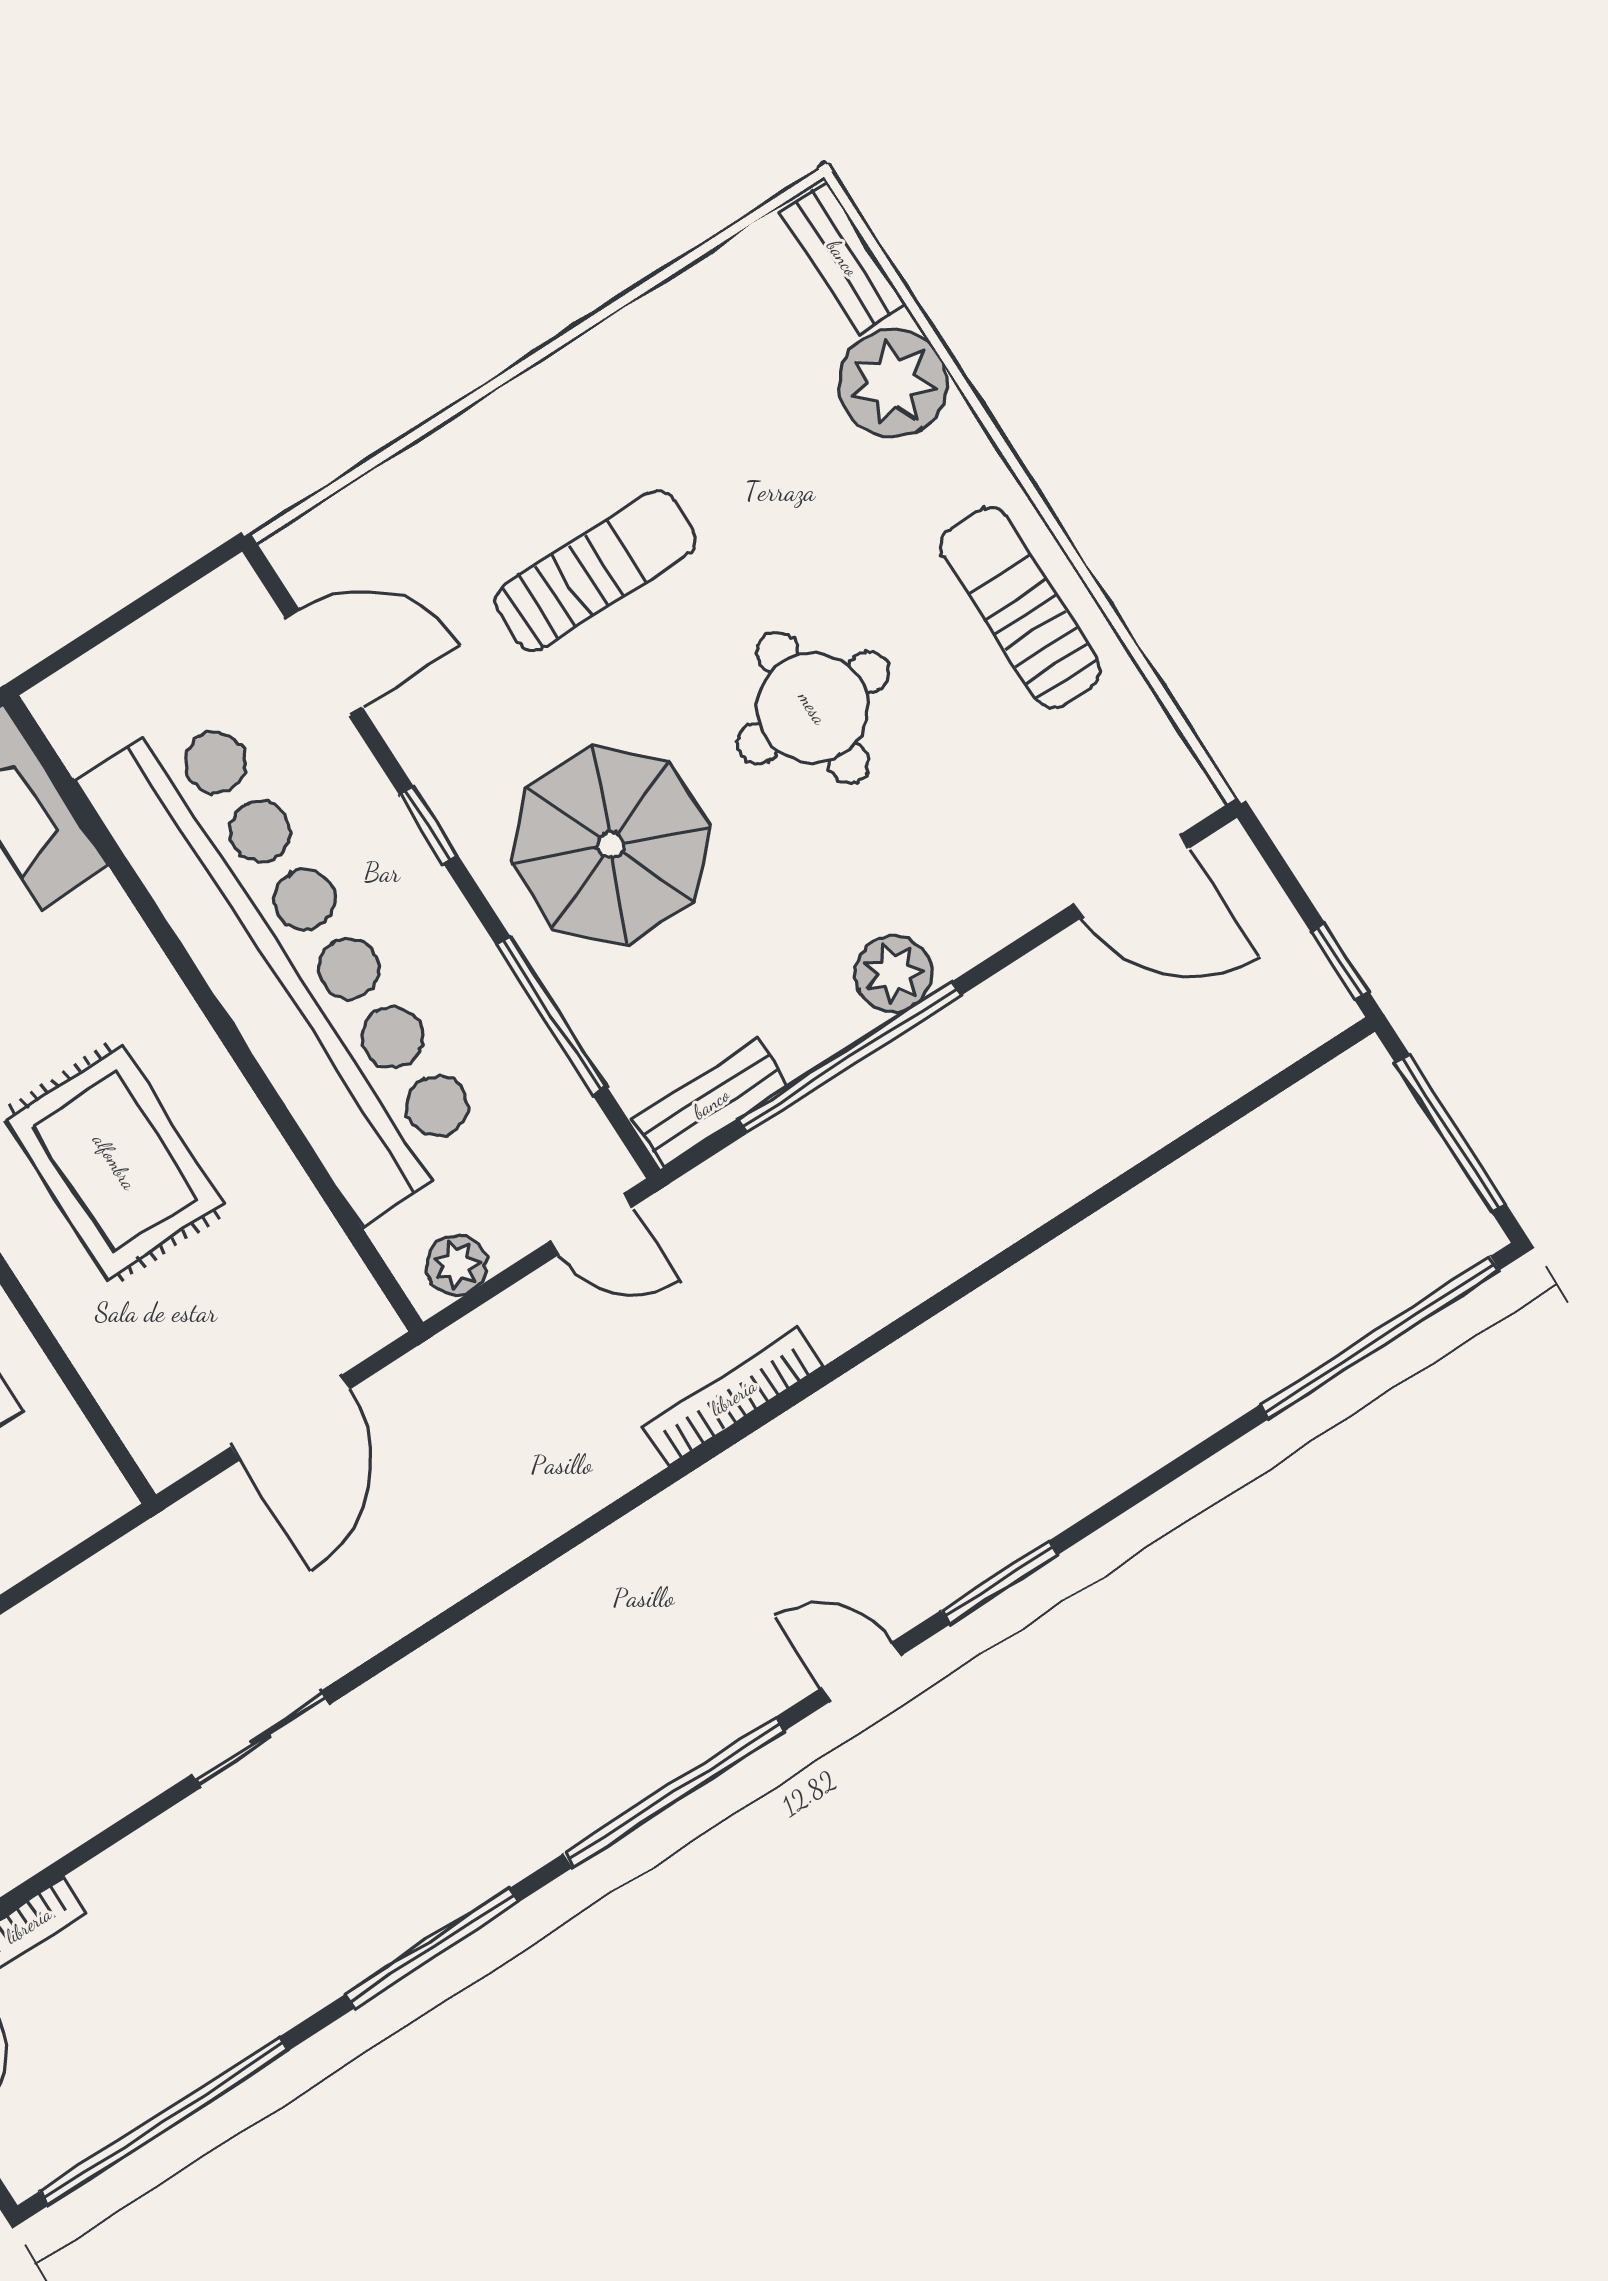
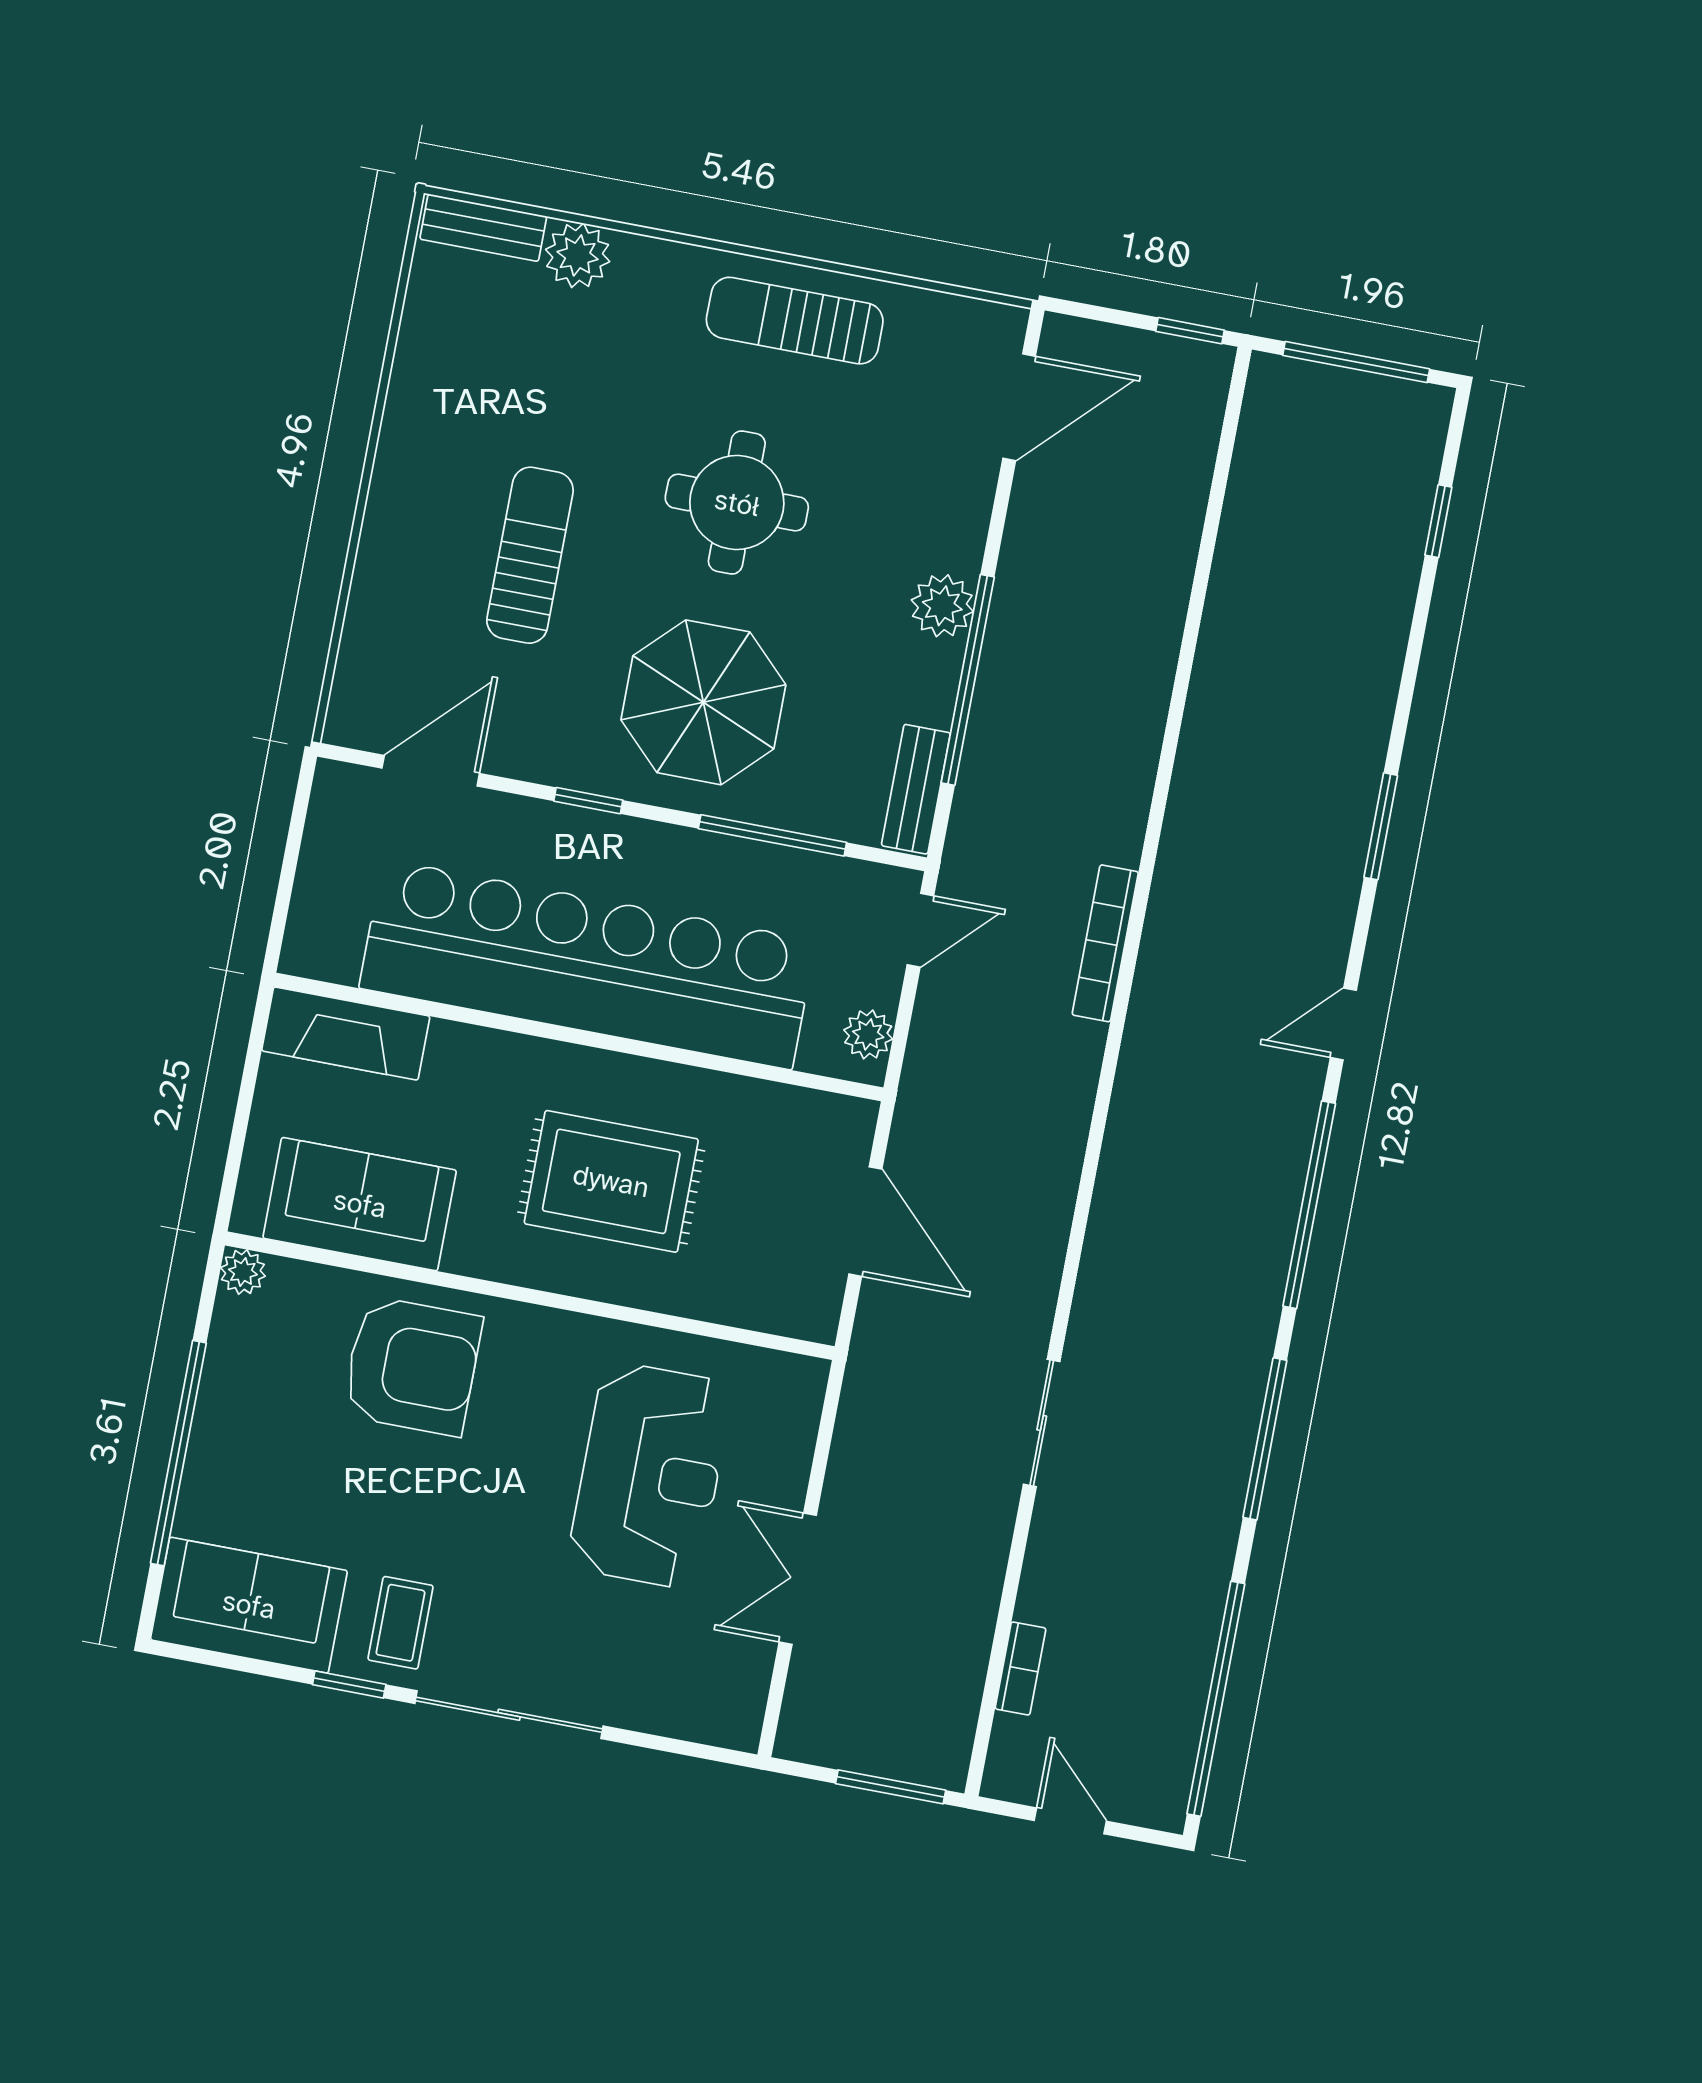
plant: (893, 383) -> (578, 255), width x0.73, depth x0.73
window: (1380, 1338) -> (1438, 521), width x0.32
window: (999, 1583) -> (1381, 826), moved

